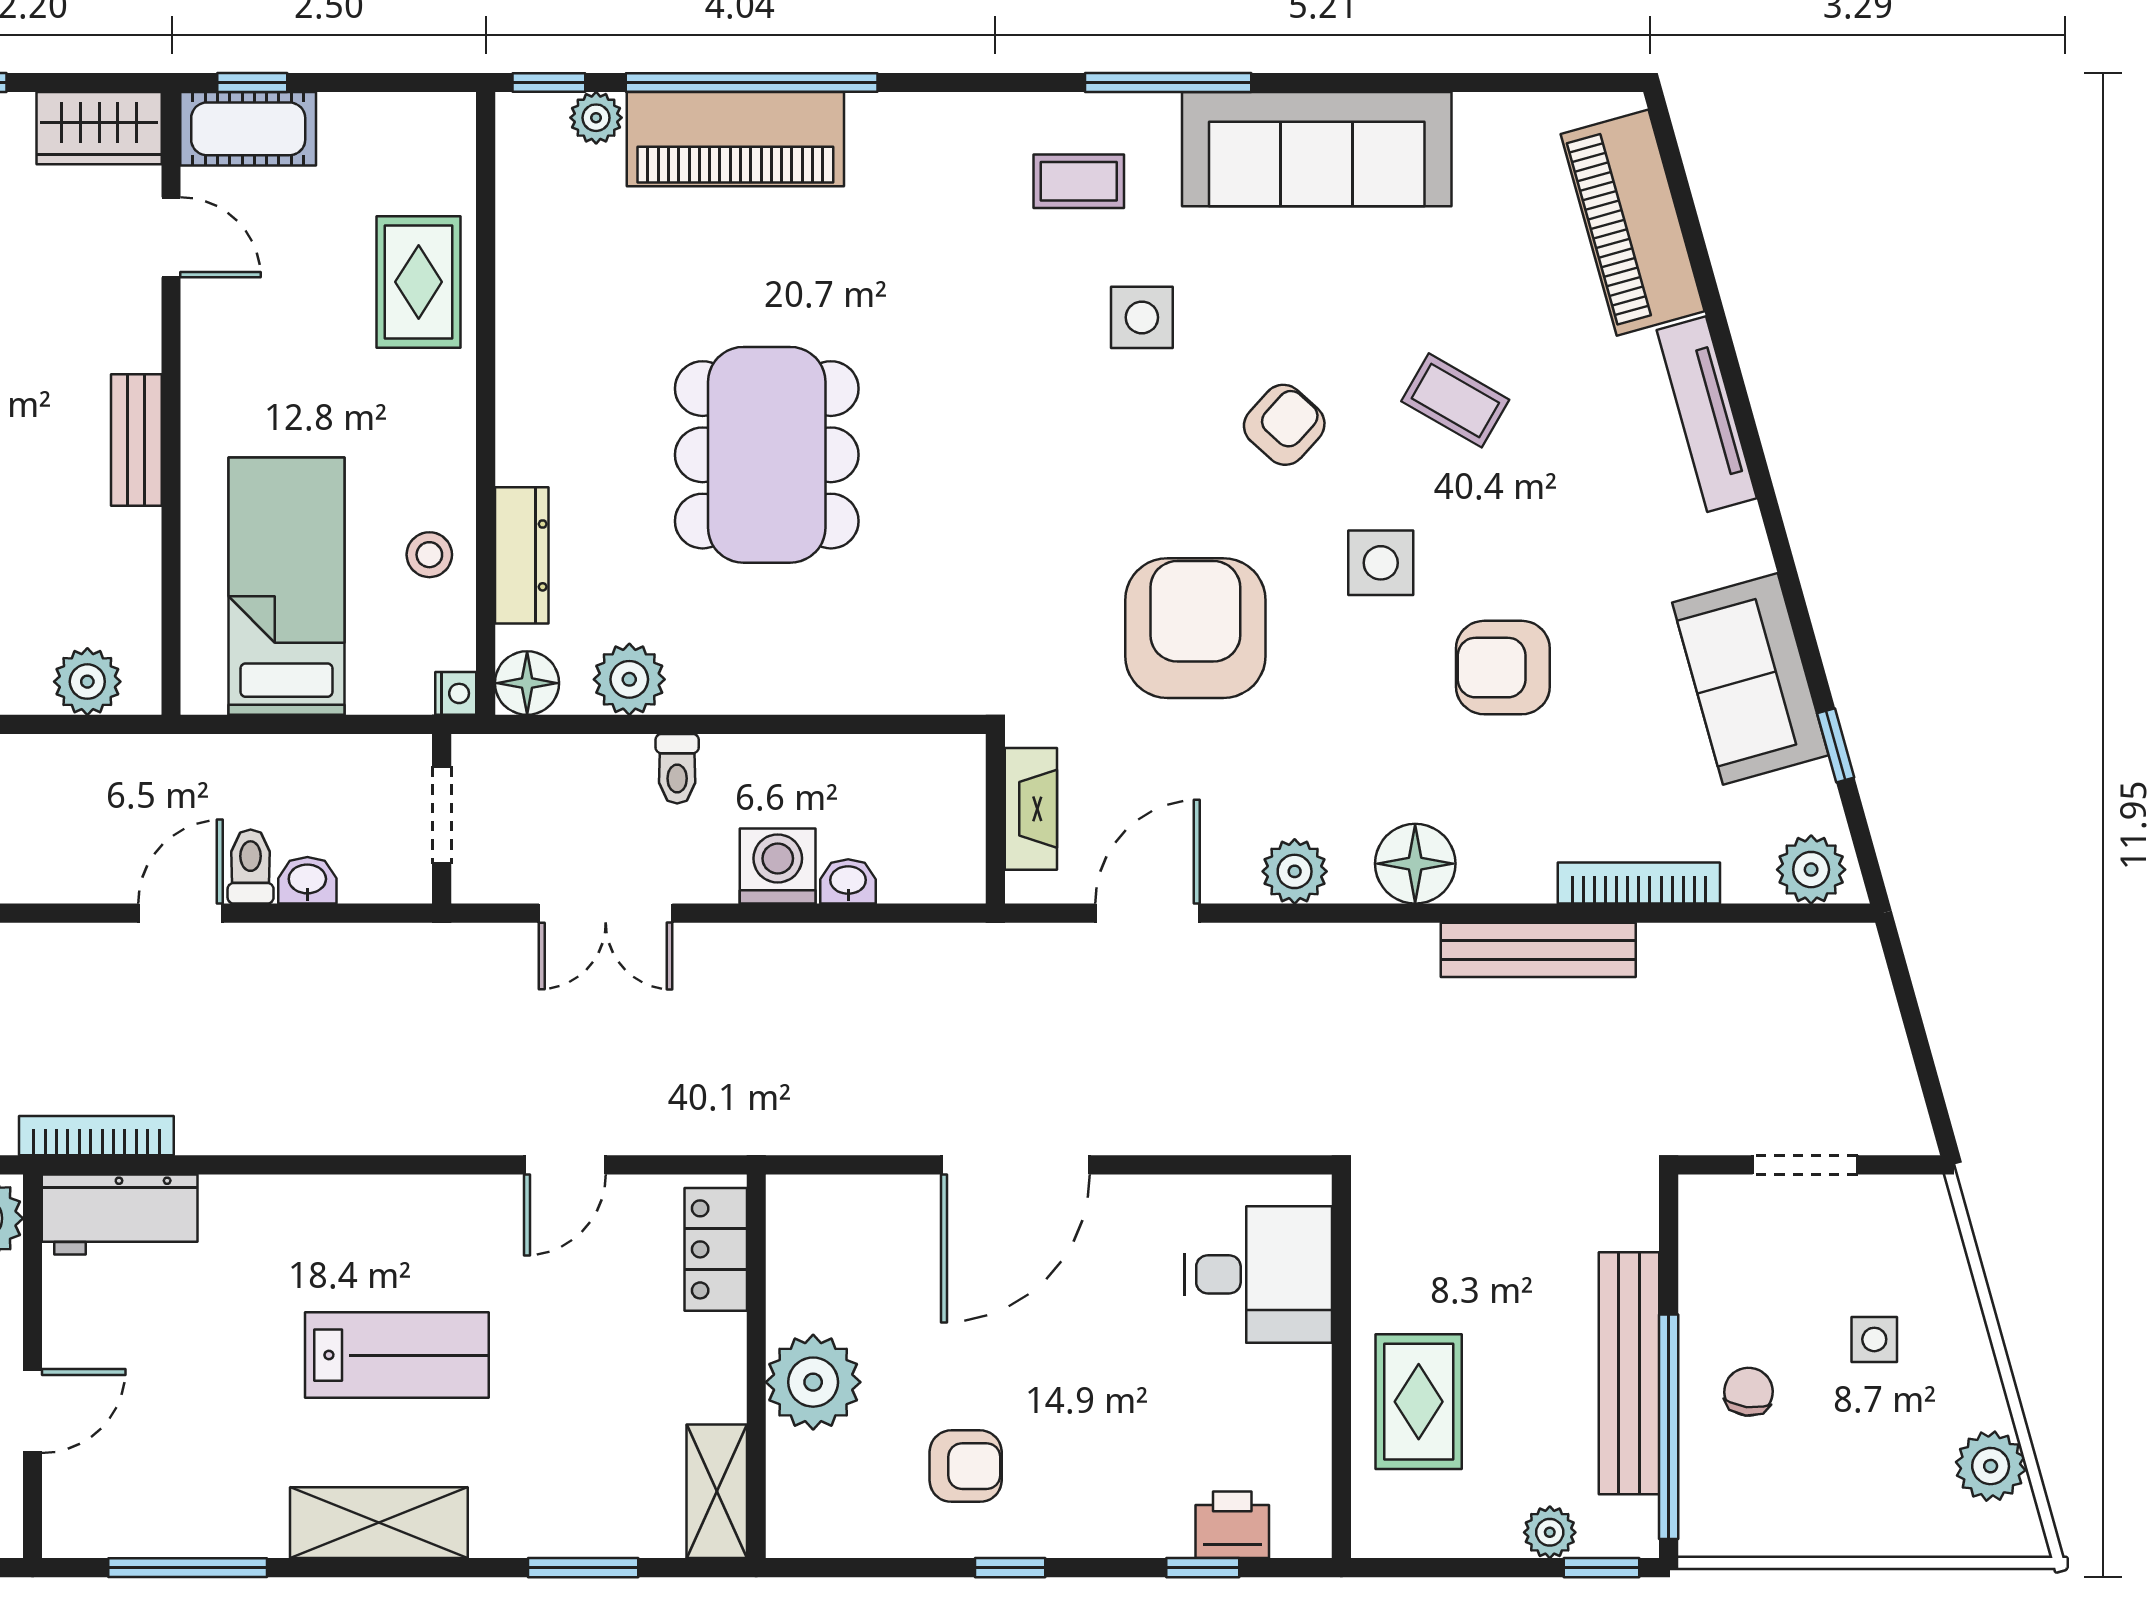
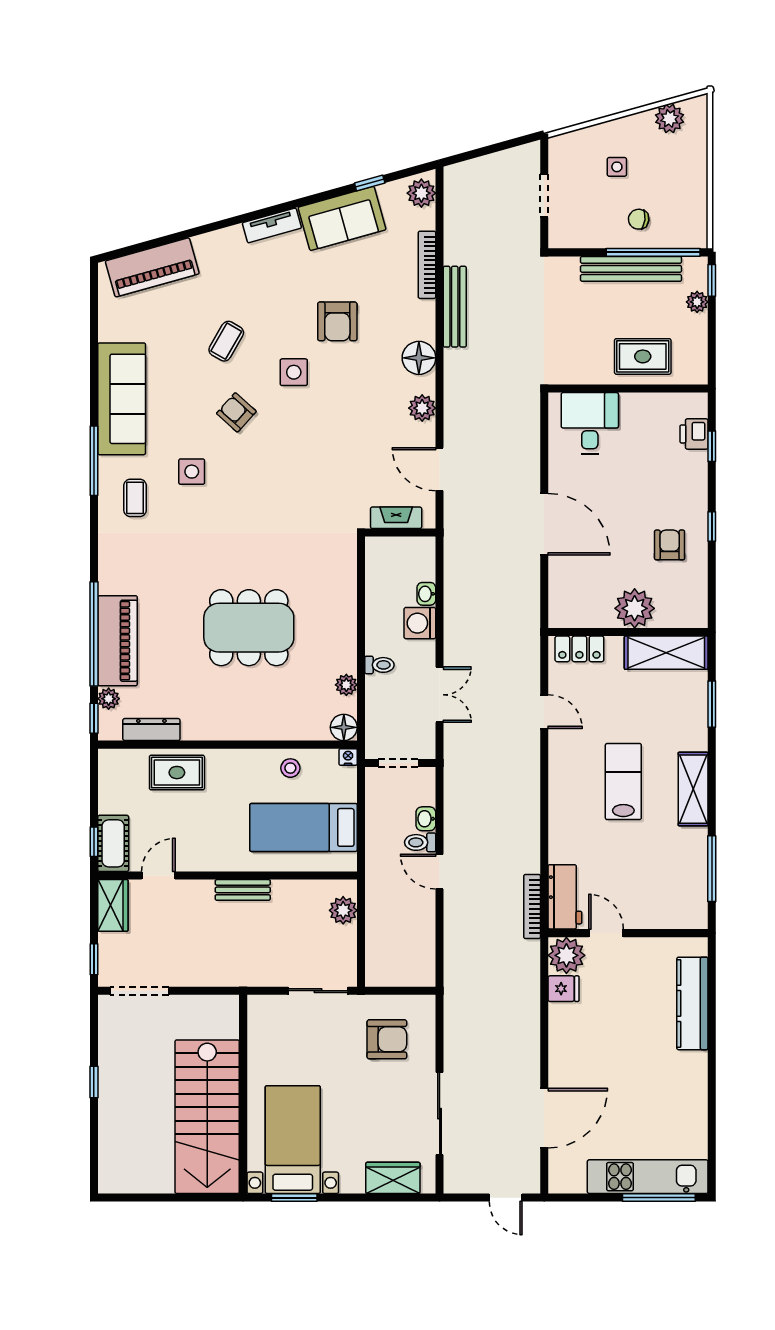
tv unit: (1707, 414) -> (272, 225), moved, width x0.71
dresser: (522, 555) -> (151, 730), moved
armchair: (1195, 628) -> (321, 449), removed
plant: (629, 679) -> (346, 685), width x0.73, depth x0.73
door: (33, 1411) -> (606, 933), moved
shelving: (717, 1491) -> (666, 653), width x1.50, depth x1.33

